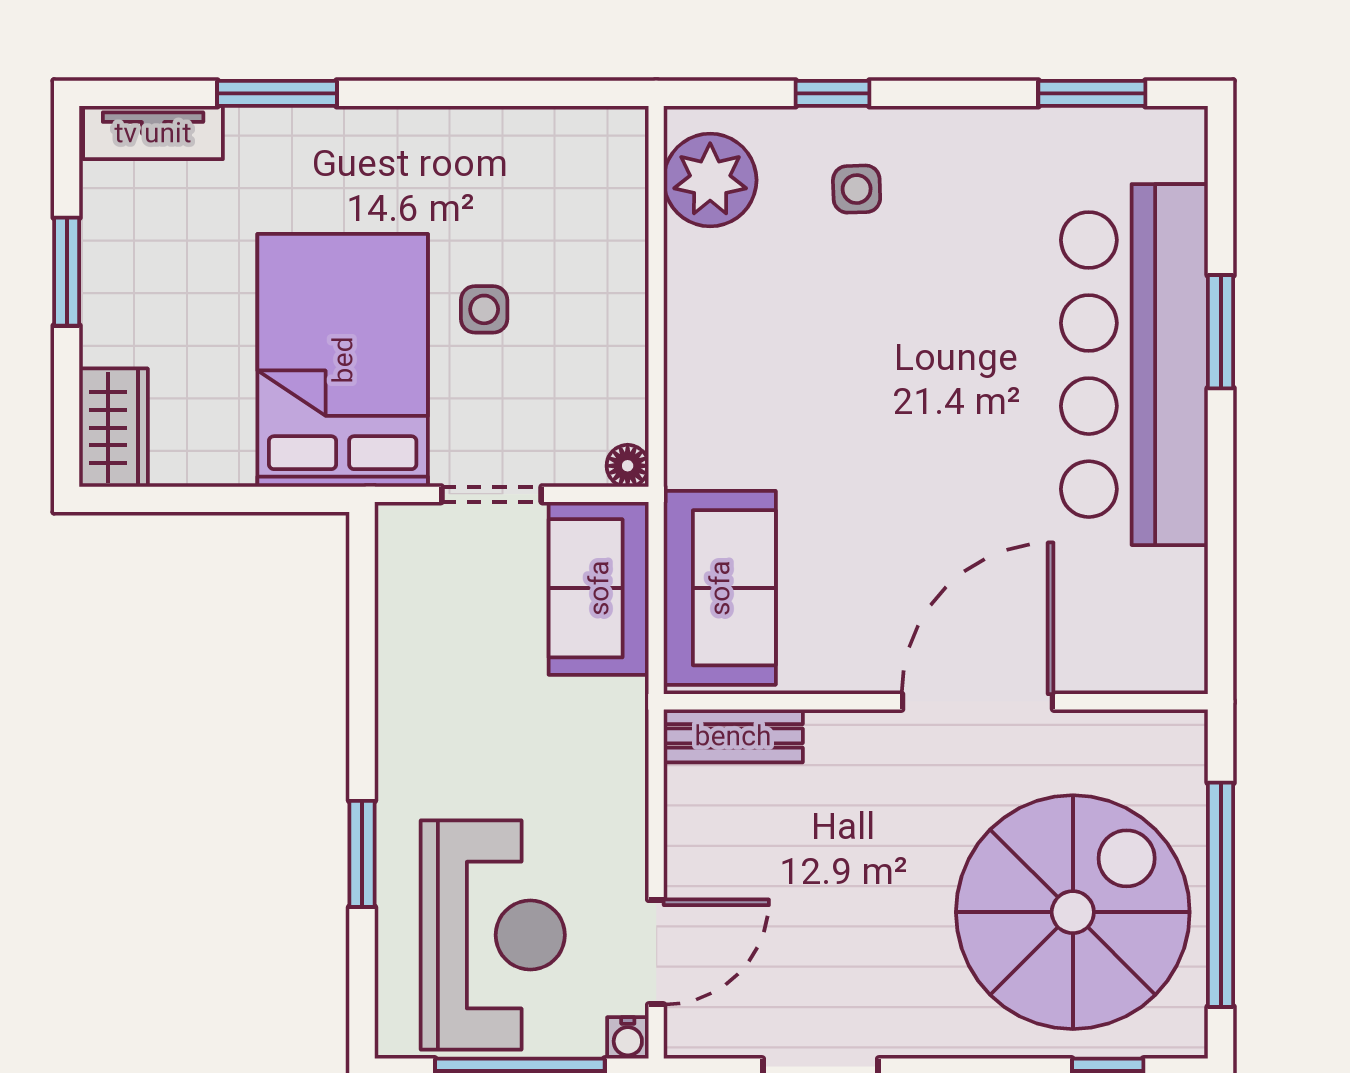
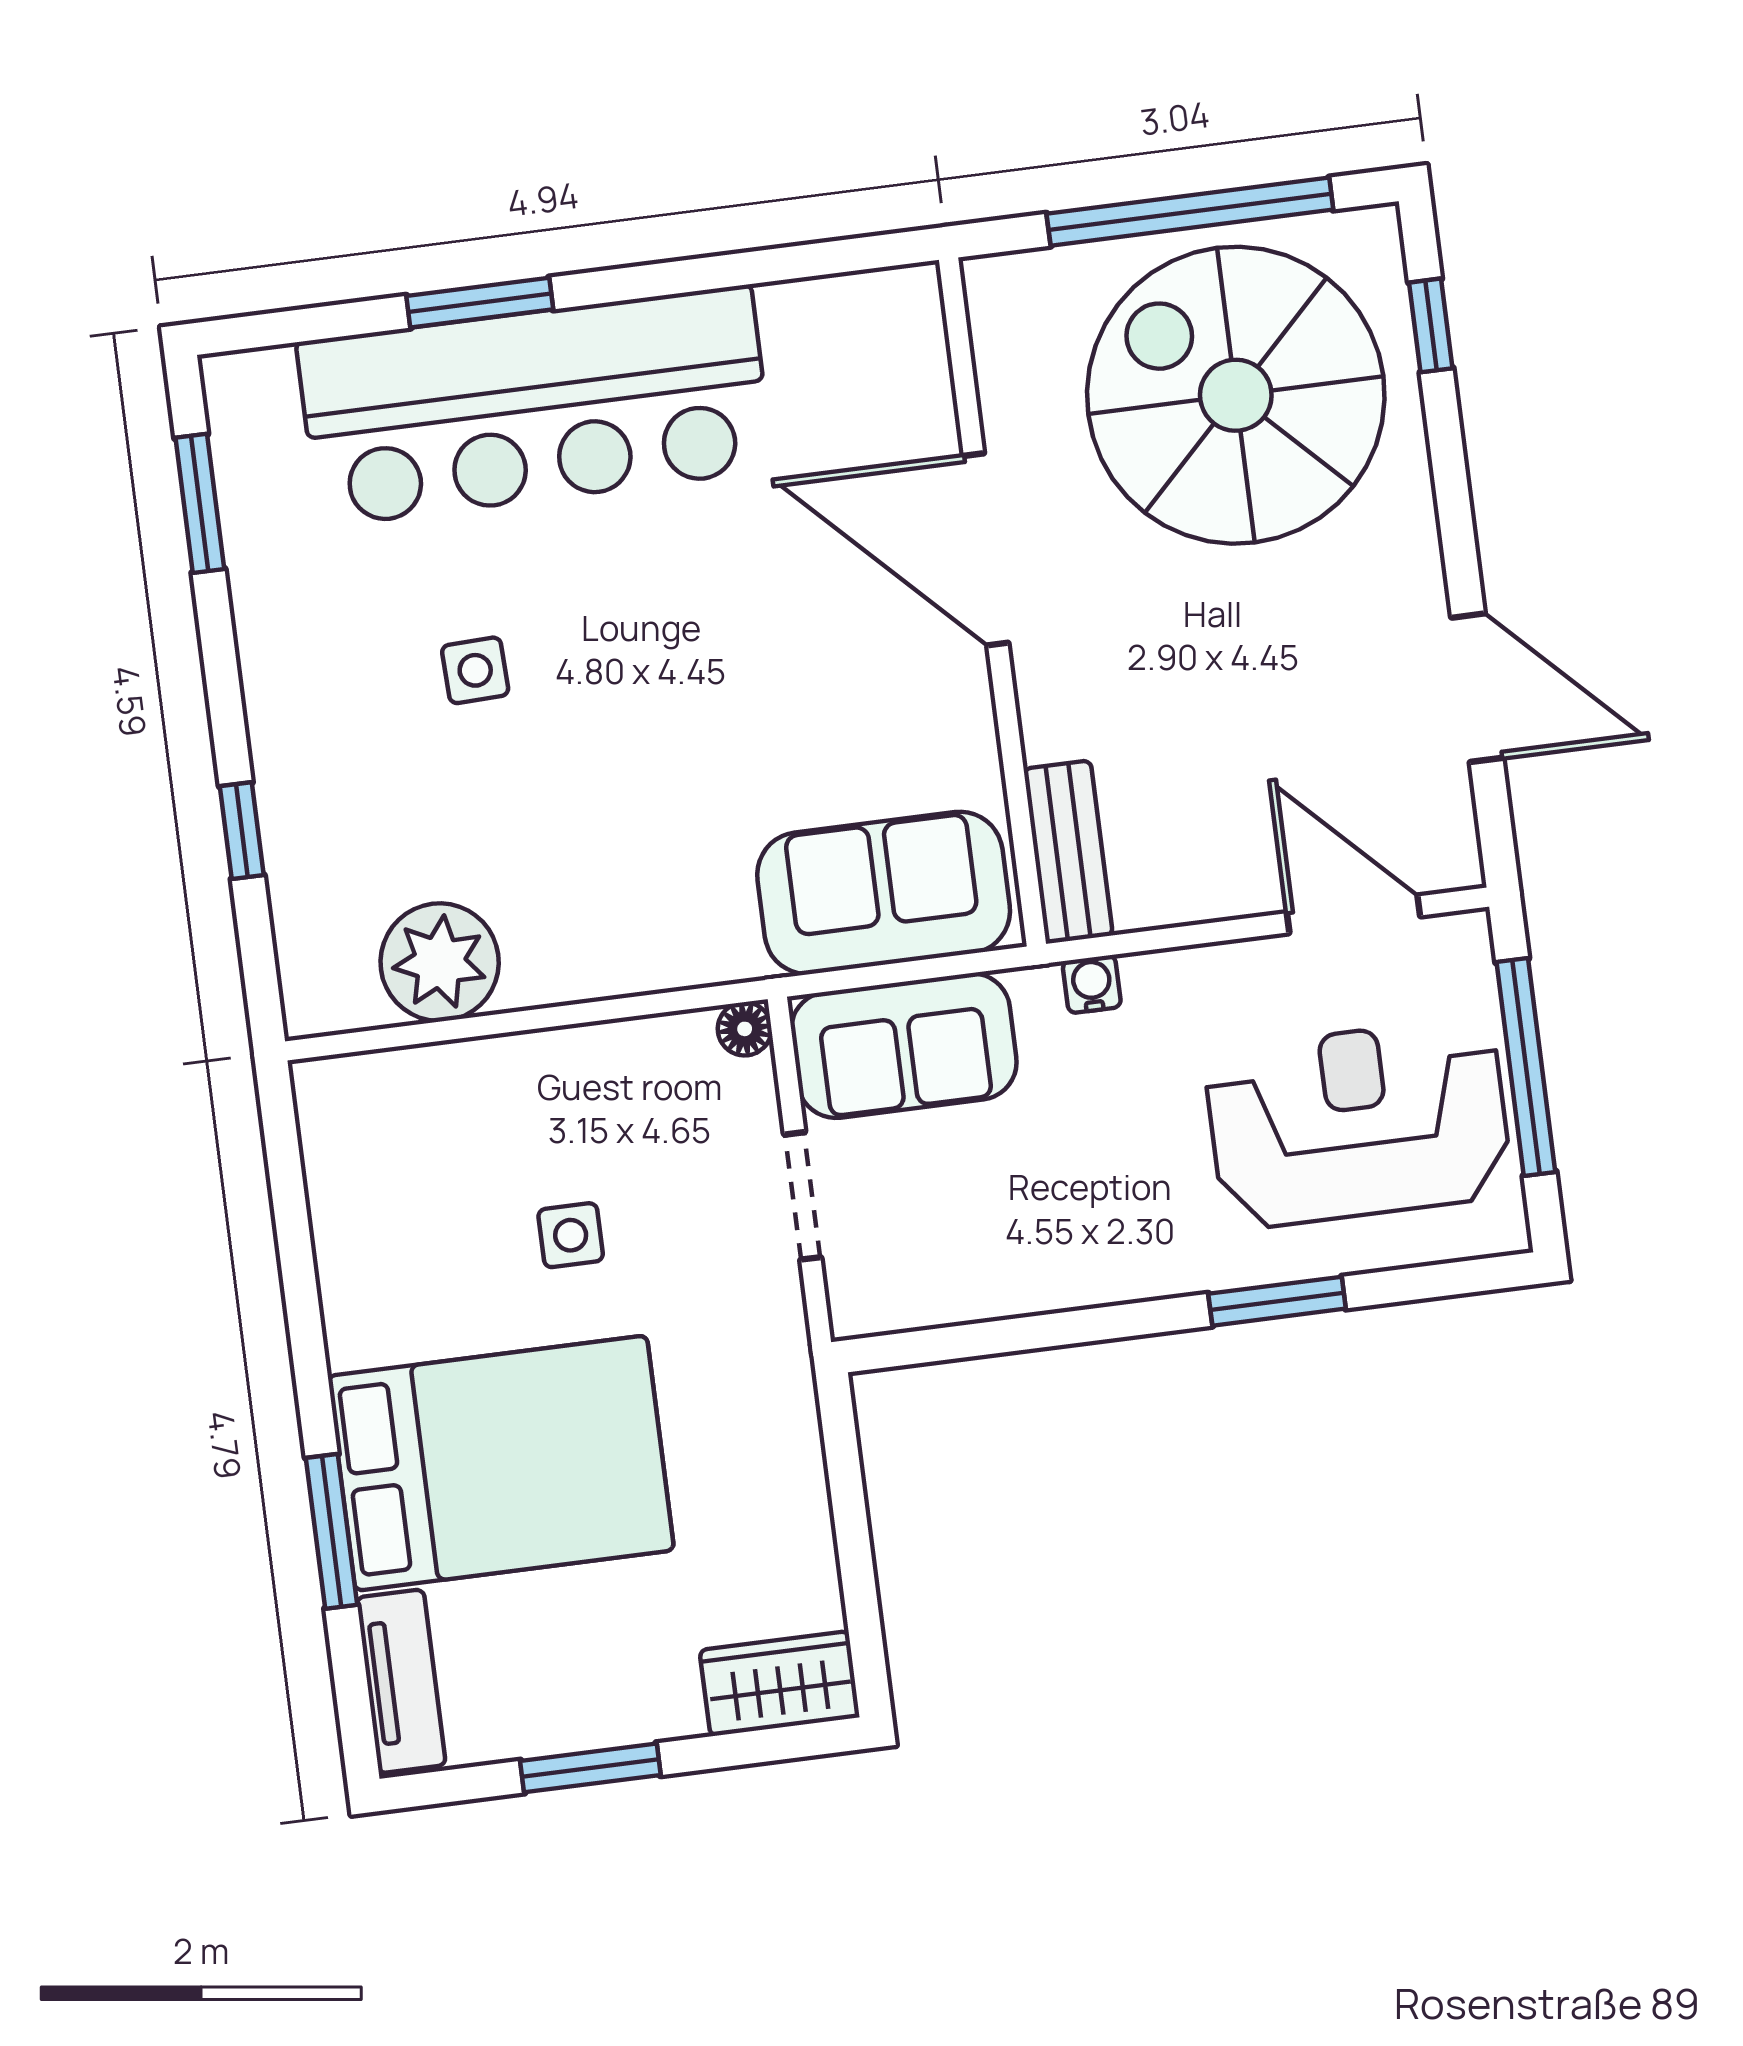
plant: (710, 180) -> (440, 962), moved
side table: (857, 189) -> (475, 670), moved
bed: (343, 360) -> (501, 1463), moved, turned 180
water cooler: (628, 1038) -> (1092, 984), moved, turned -90

